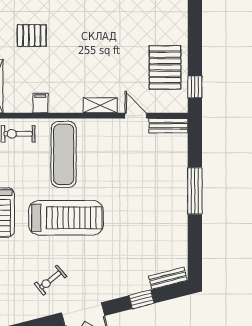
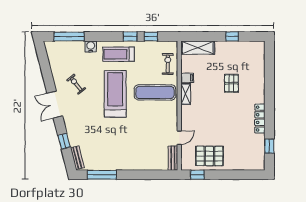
pallet: (32, 36) -> (231, 83), moved
shelving: (100, 105) -> (186, 94), moved
window: (195, 191) -> (102, 175), moved
treadmill: (66, 218) -> (115, 94), turned 180

